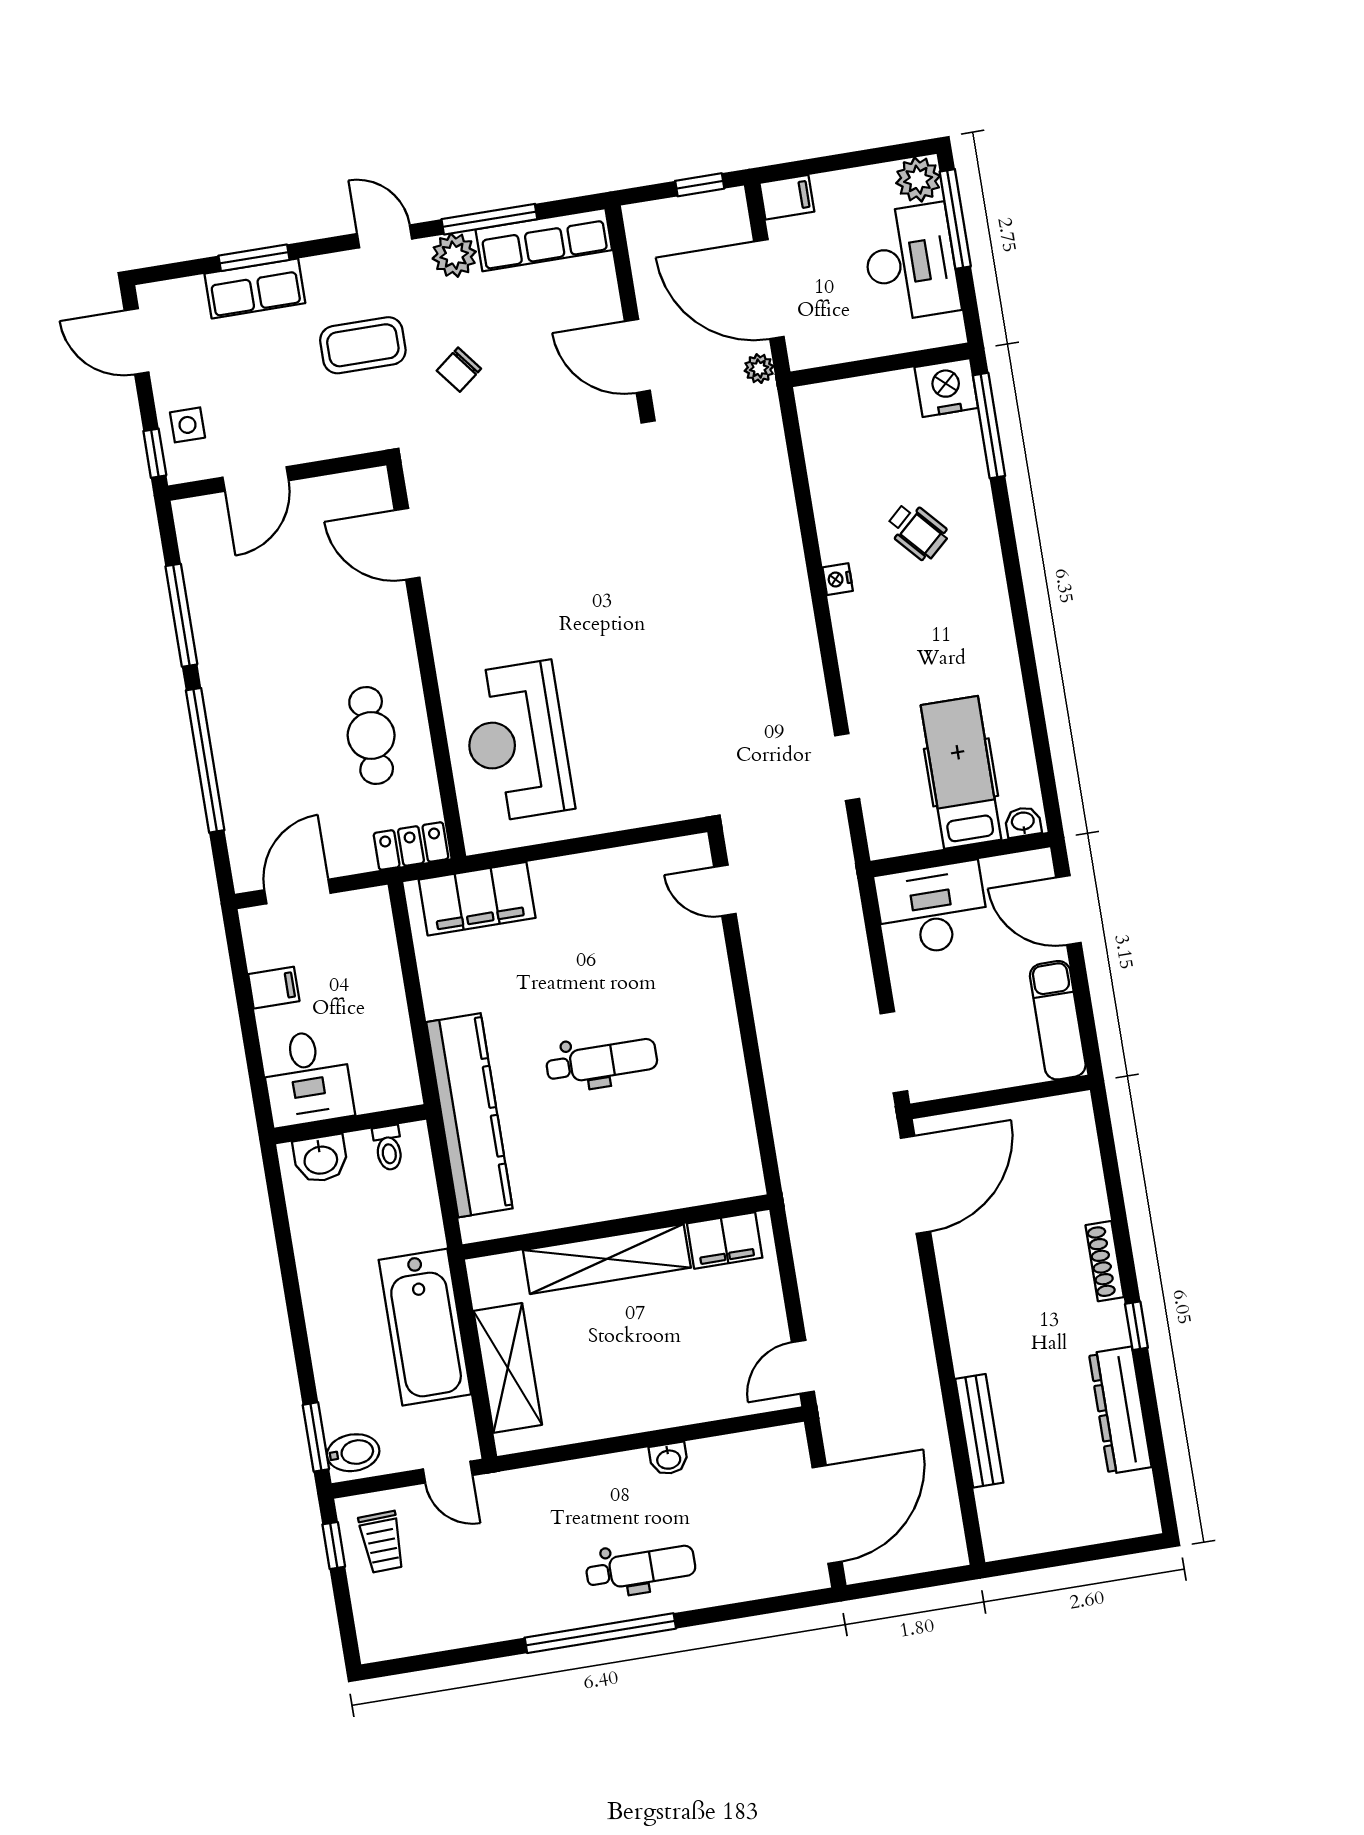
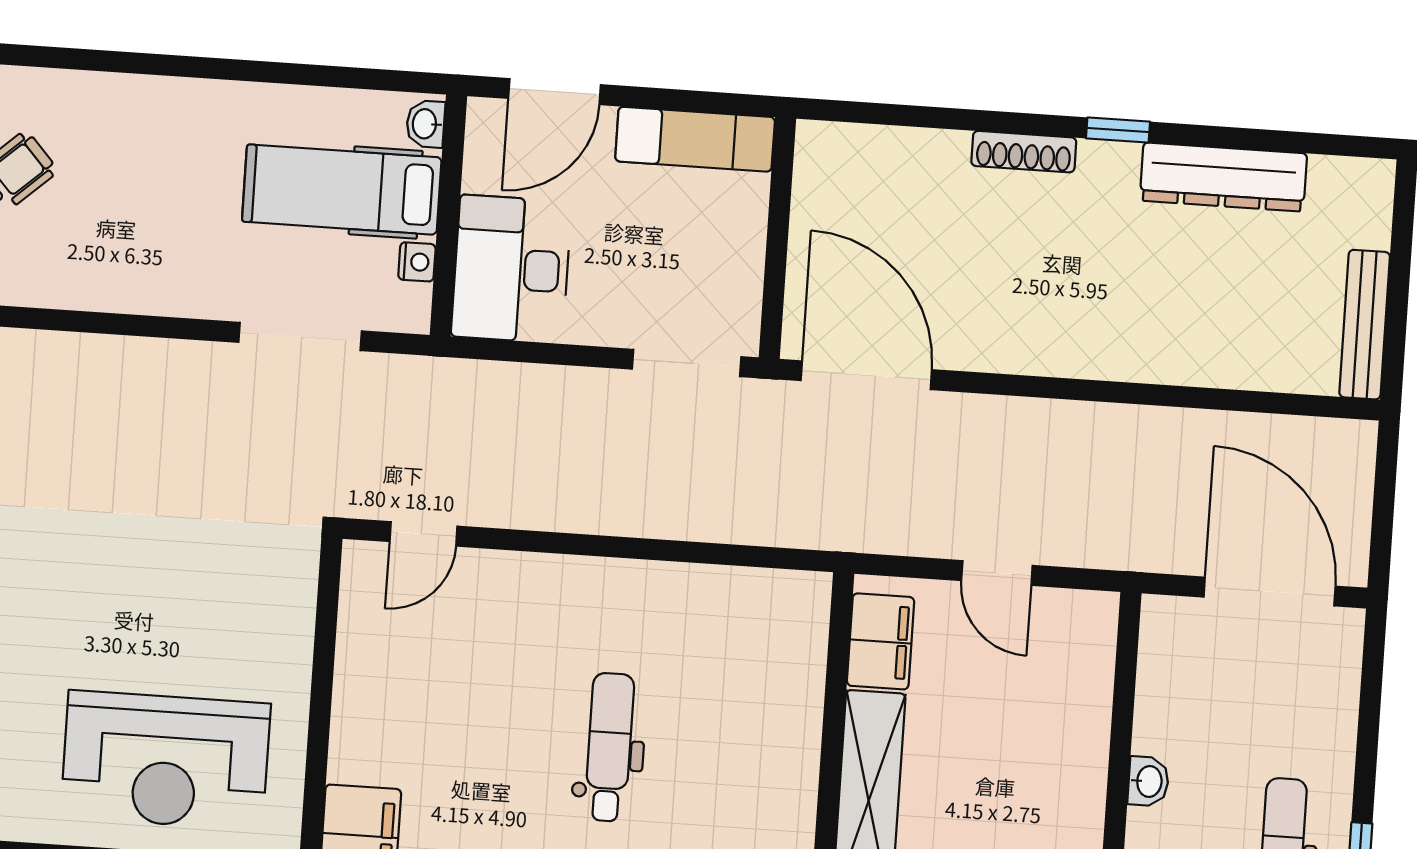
nightstand: (838, 579) -> (417, 262), moved, turned -90
doorway: (847, 767) -> (300, 337), width x1.38
door: (803, 1367) -> (997, 573), moved
bench: (979, 1431) -> (1365, 325), moved, turned 90

